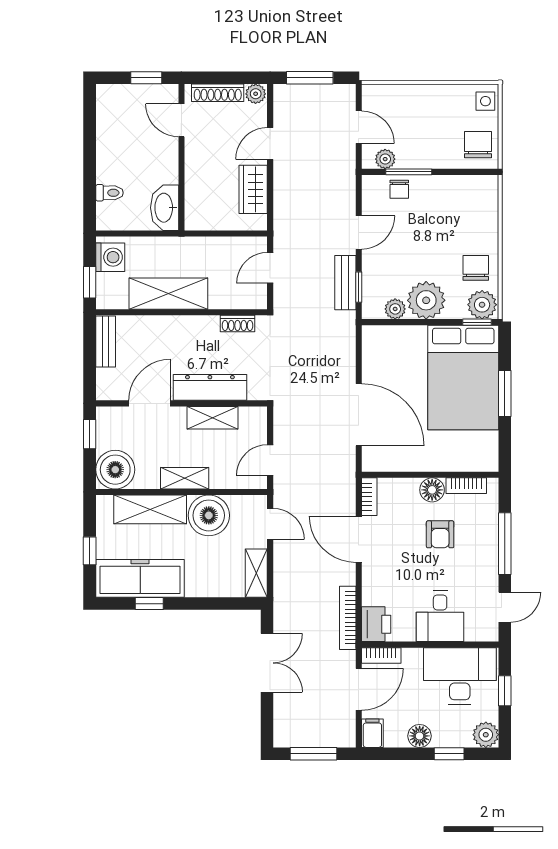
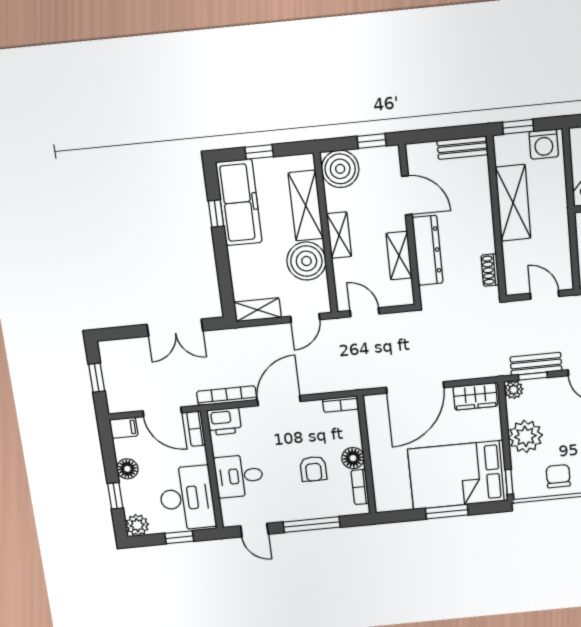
chair: (476, 268) -> (558, 476), turned -90
plant: (482, 305) -> (525, 485), removed
plant: (395, 309) -> (514, 390), moved
wardrobe: (375, 351) -> (475, 396), added
armchair: (440, 534) -> (313, 469), turned -90
door: (359, 539) -> (279, 401), moved
window: (314, 754) -> (97, 378), width x0.67

